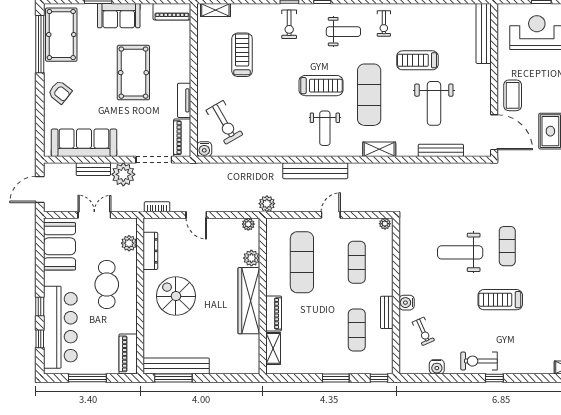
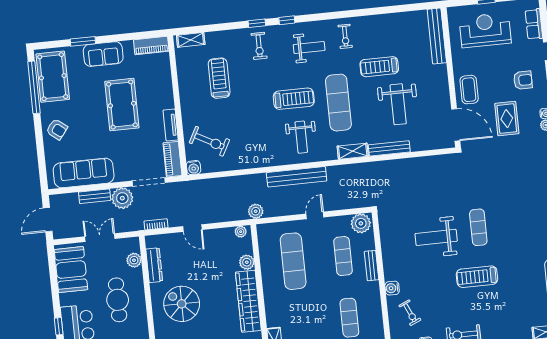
exercise bike: (224, 122) -> (209, 141), turned -32
bench: (441, 150) -> (389, 148), moved
plant: (385, 224) -> (361, 223), width x1.88, depth x1.88
bench: (387, 312) -> (372, 266), moved
piano: (274, 313) -> (272, 311), removed

